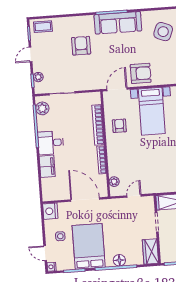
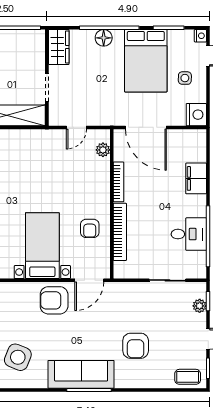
plant: (42, 108) -> (197, 261), removed
desk: (51, 143) -> (189, 234), moved

